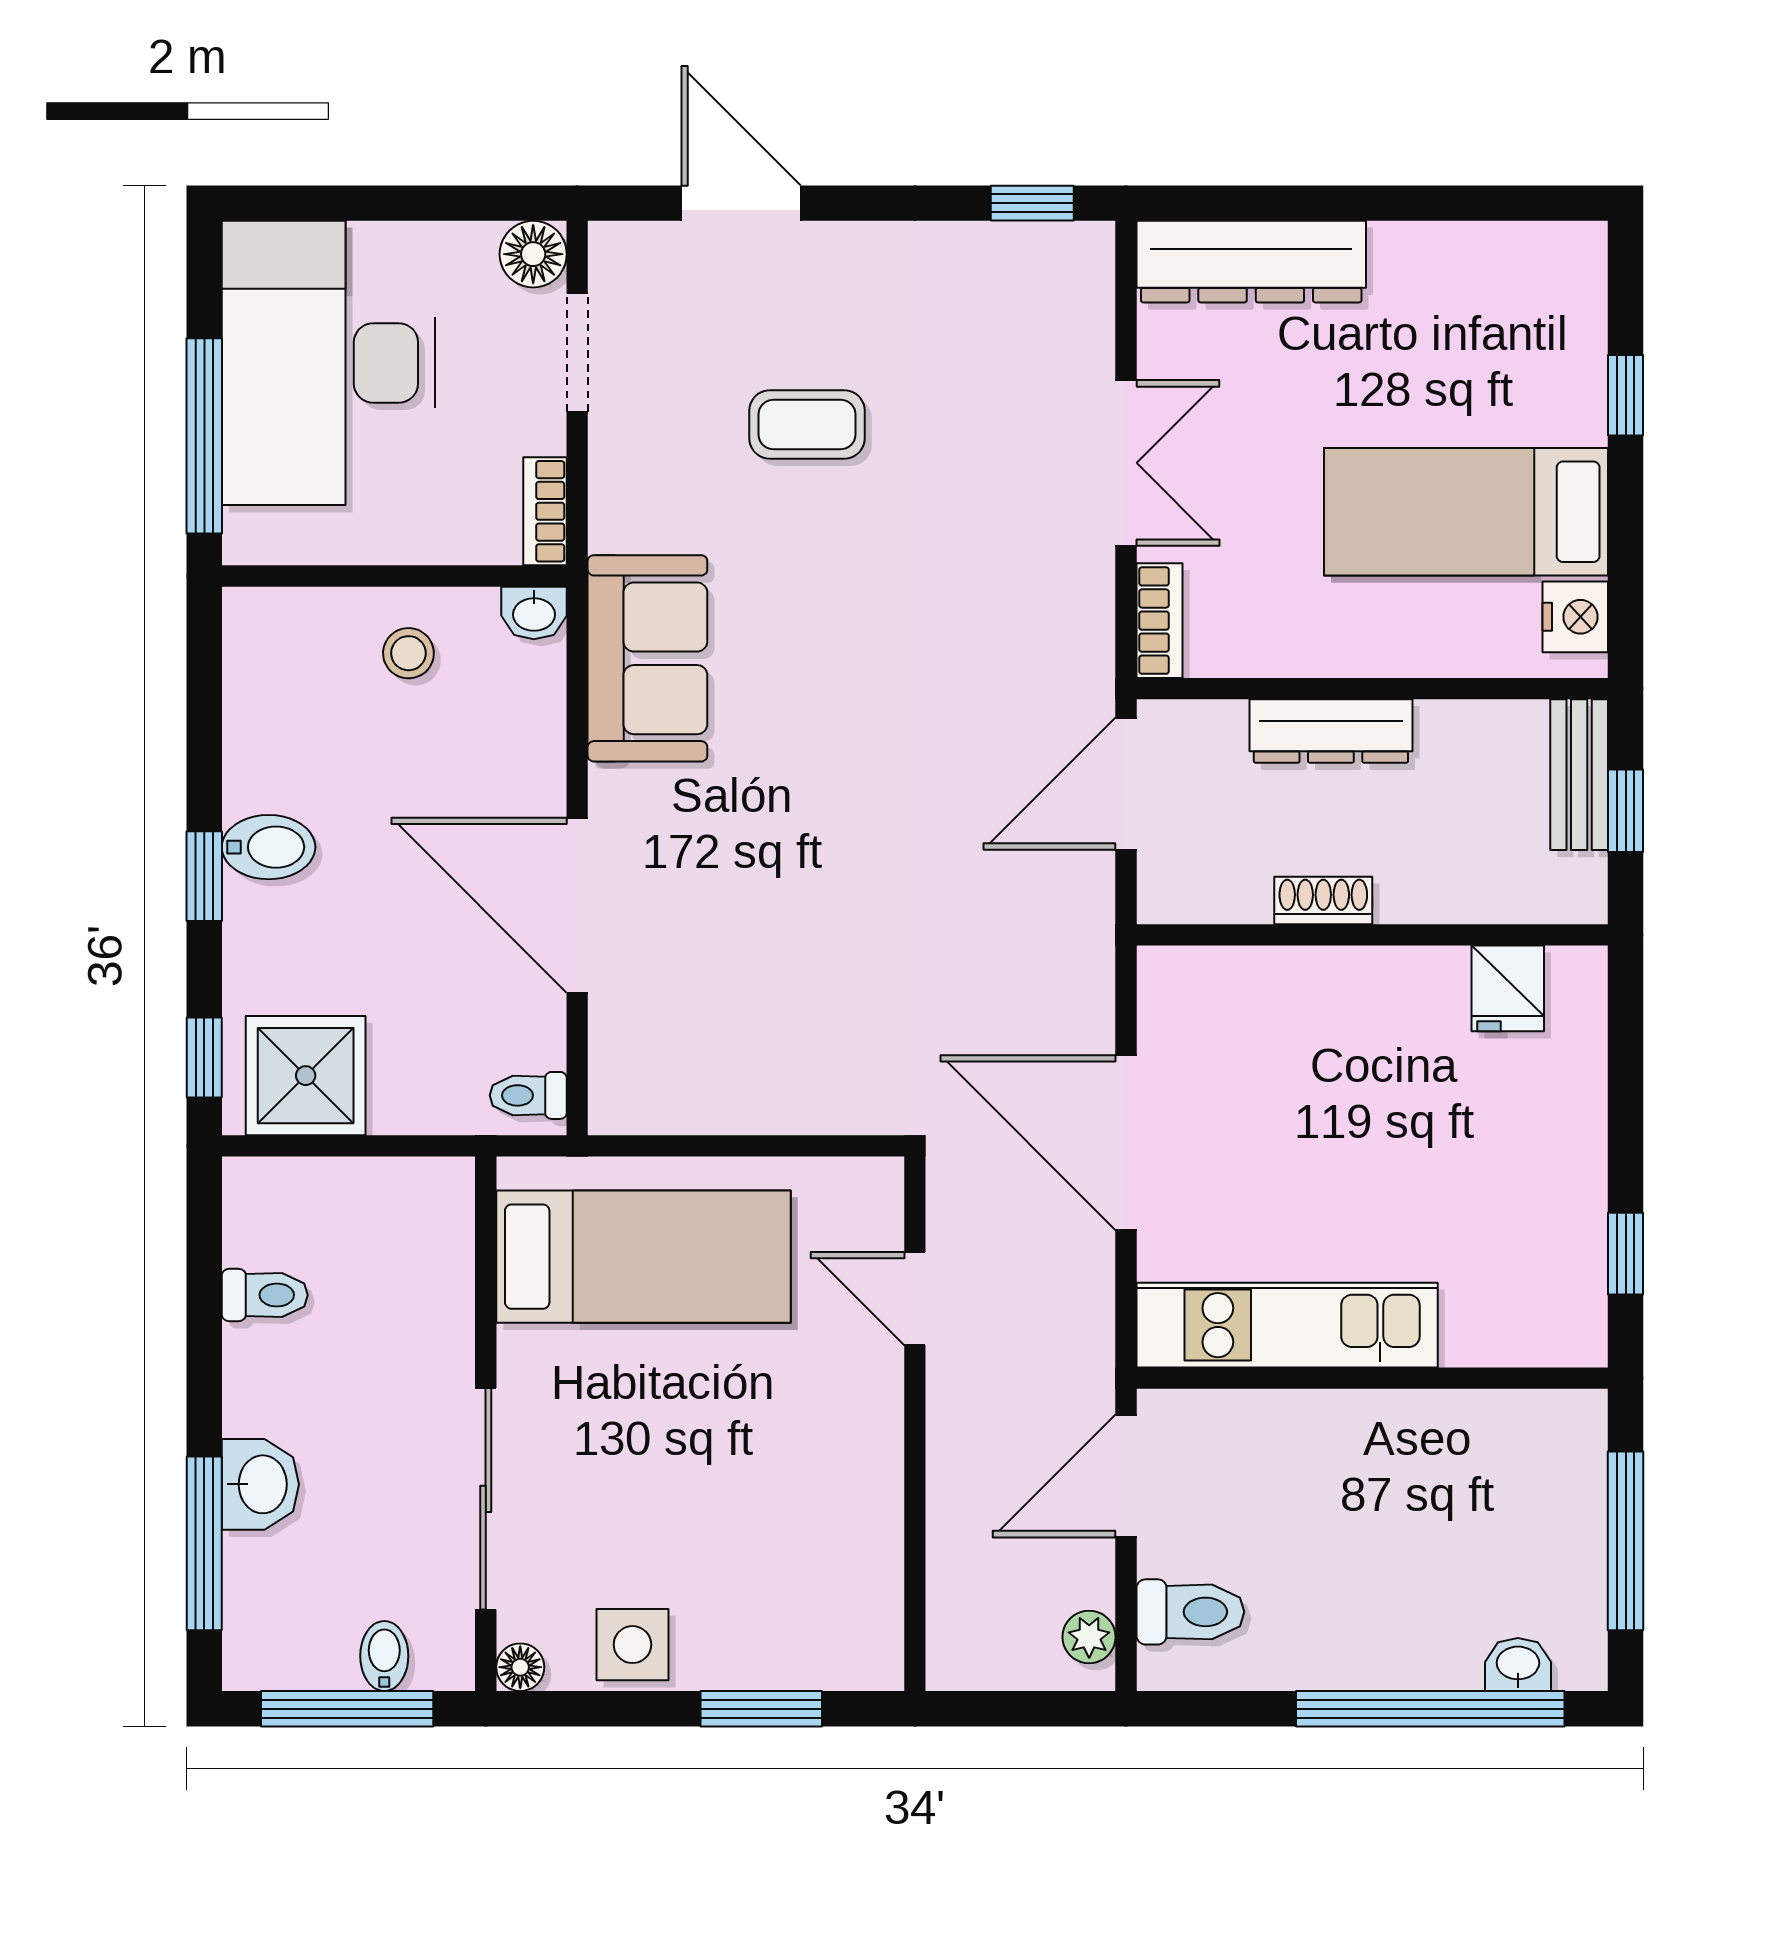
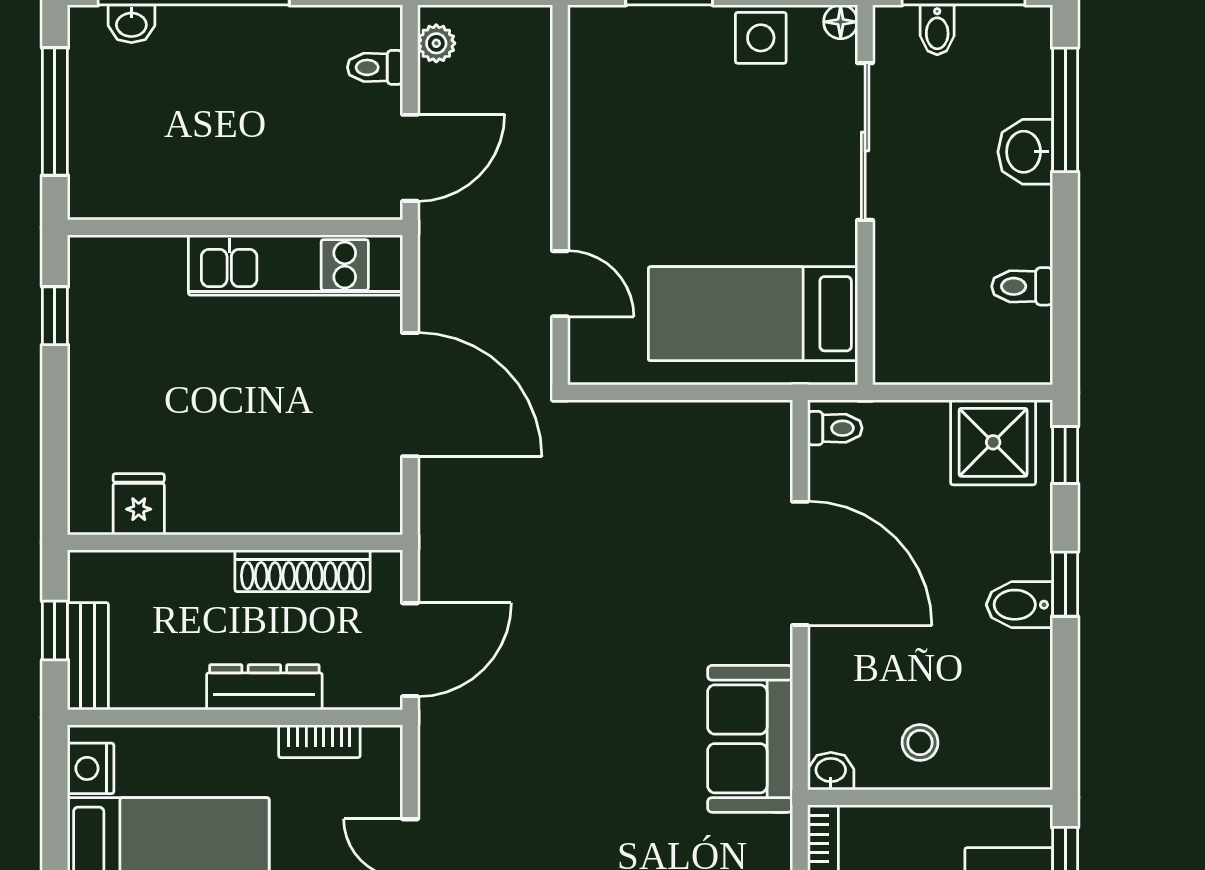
bookcase: (1160, 621) -> (319, 741), moved, turned -90
shoe rack: (1323, 900) -> (303, 571), width x1.94, depth x1.24
toilet: (1190, 1612) -> (375, 67), width x0.73, depth x0.72

